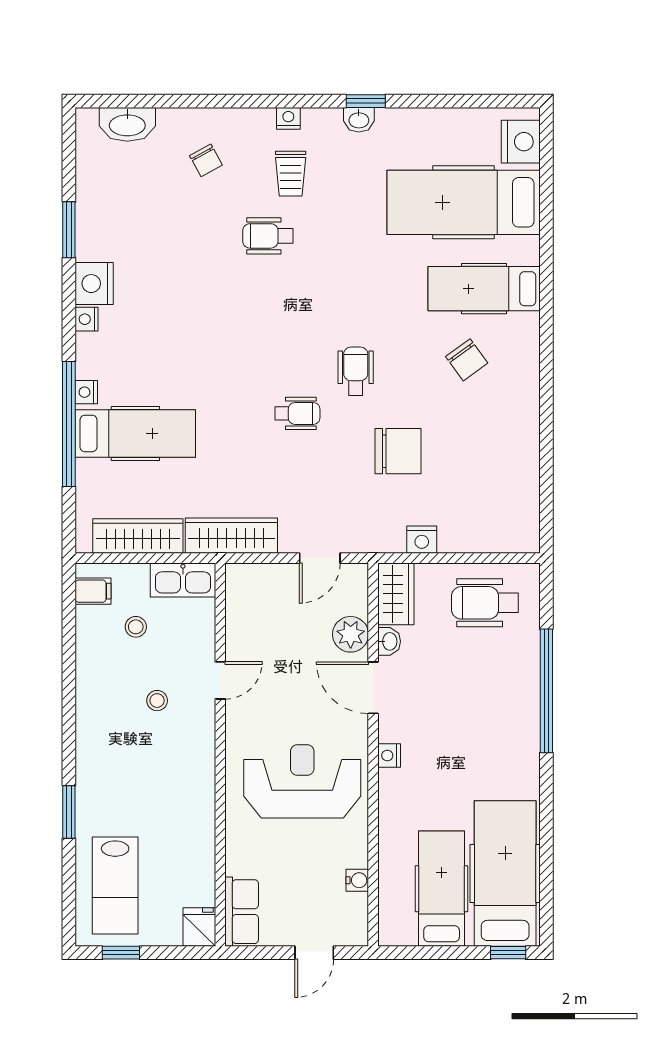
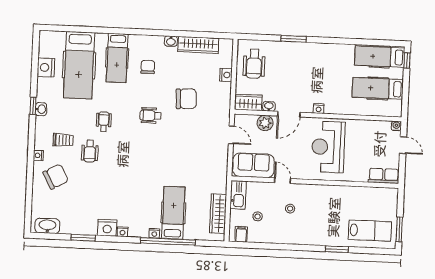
nightstand: (288, 118) -> (38, 155), moved
washbasin: (127, 124) -> (47, 226), moved, turned -90
nightstand: (521, 142) -> (46, 67), moved, turned -90
chair: (206, 160) -> (56, 177), width x1.87, depth x1.87
chair: (467, 360) -> (148, 67), turned -54
washbasin: (528, 410) -> (171, 41), added
wheelchair: (297, 413) -> (104, 122), moved
chair: (398, 451) -> (186, 99), turned 87
wardrobe: (231, 536) -> (198, 45), moved, turned -90
nightstand: (422, 540) -> (226, 75), moved
sofa: (252, 612) -> (253, 165), added
window: (546, 691) -> (294, 39), width x0.47
hospital bed: (505, 873) -> (380, 57), width x0.73, depth x0.78
water cooler: (357, 880) -> (396, 126), moved
fridge: (199, 927) -> (390, 195), removed
window: (121, 953) -> (399, 229), width x1.50

